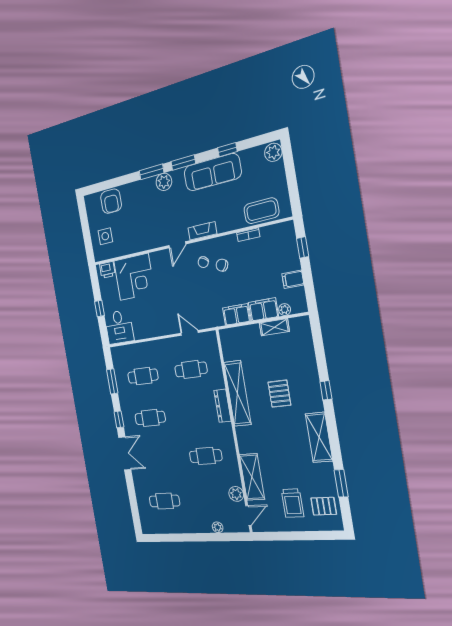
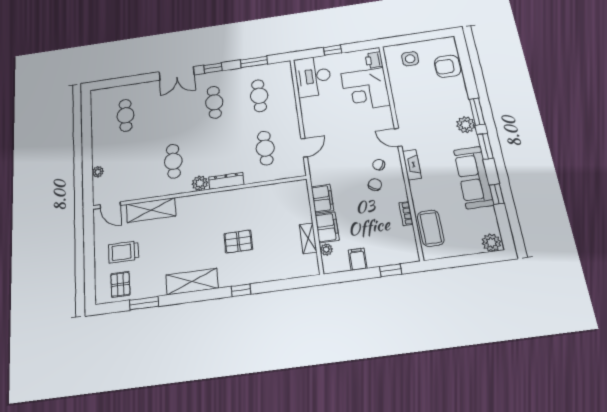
desk: (119, 327) -> (313, 76), width x1.37
shelving: (237, 393) -> (239, 197), removed
plant: (236, 494) -> (200, 183), moved

